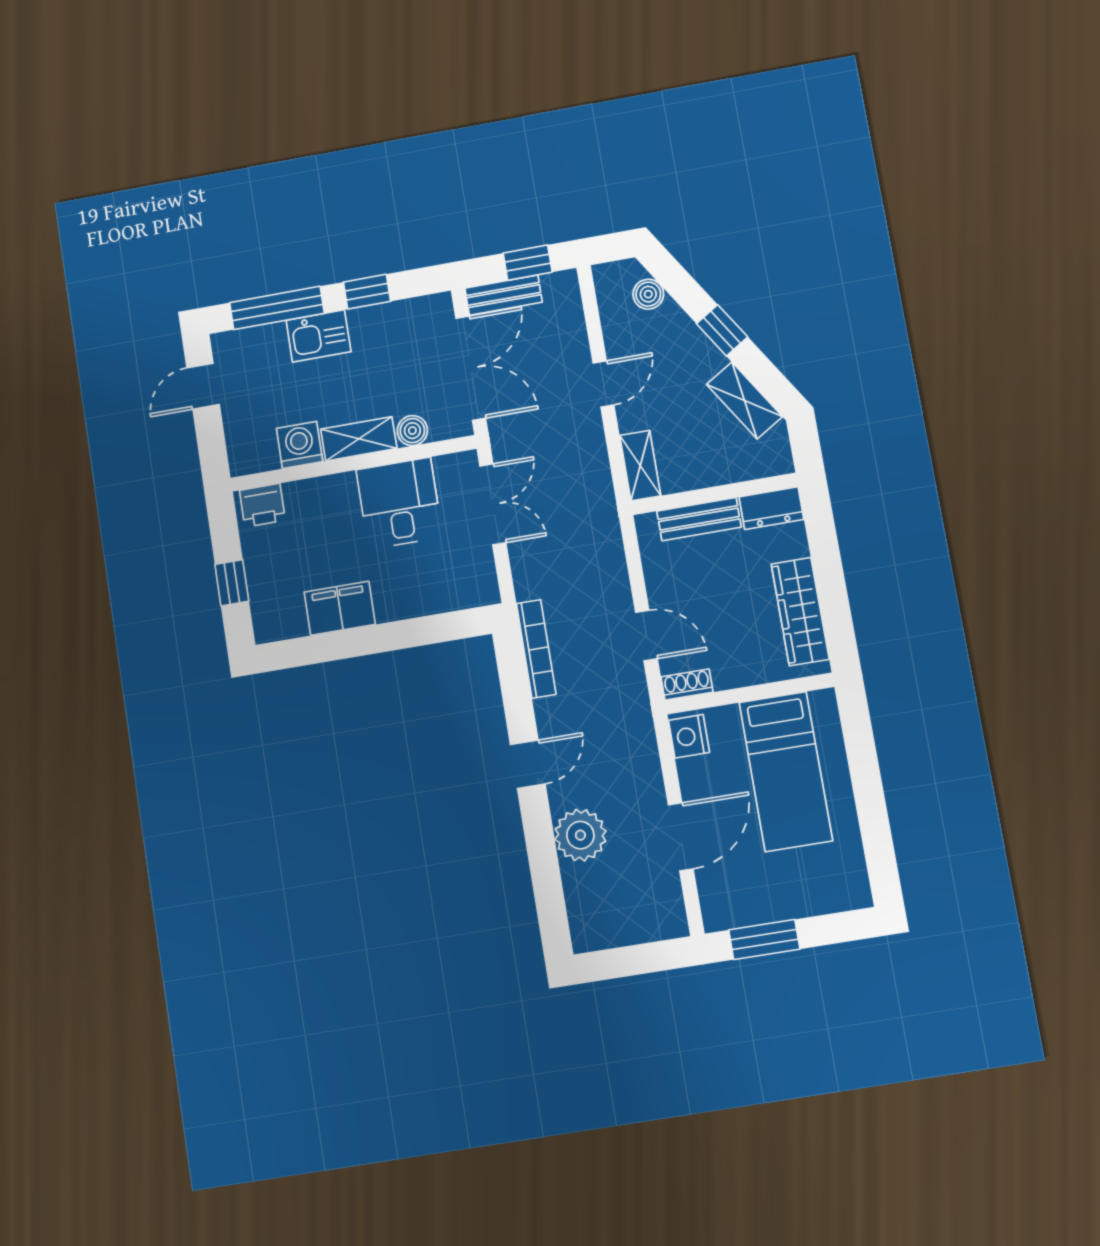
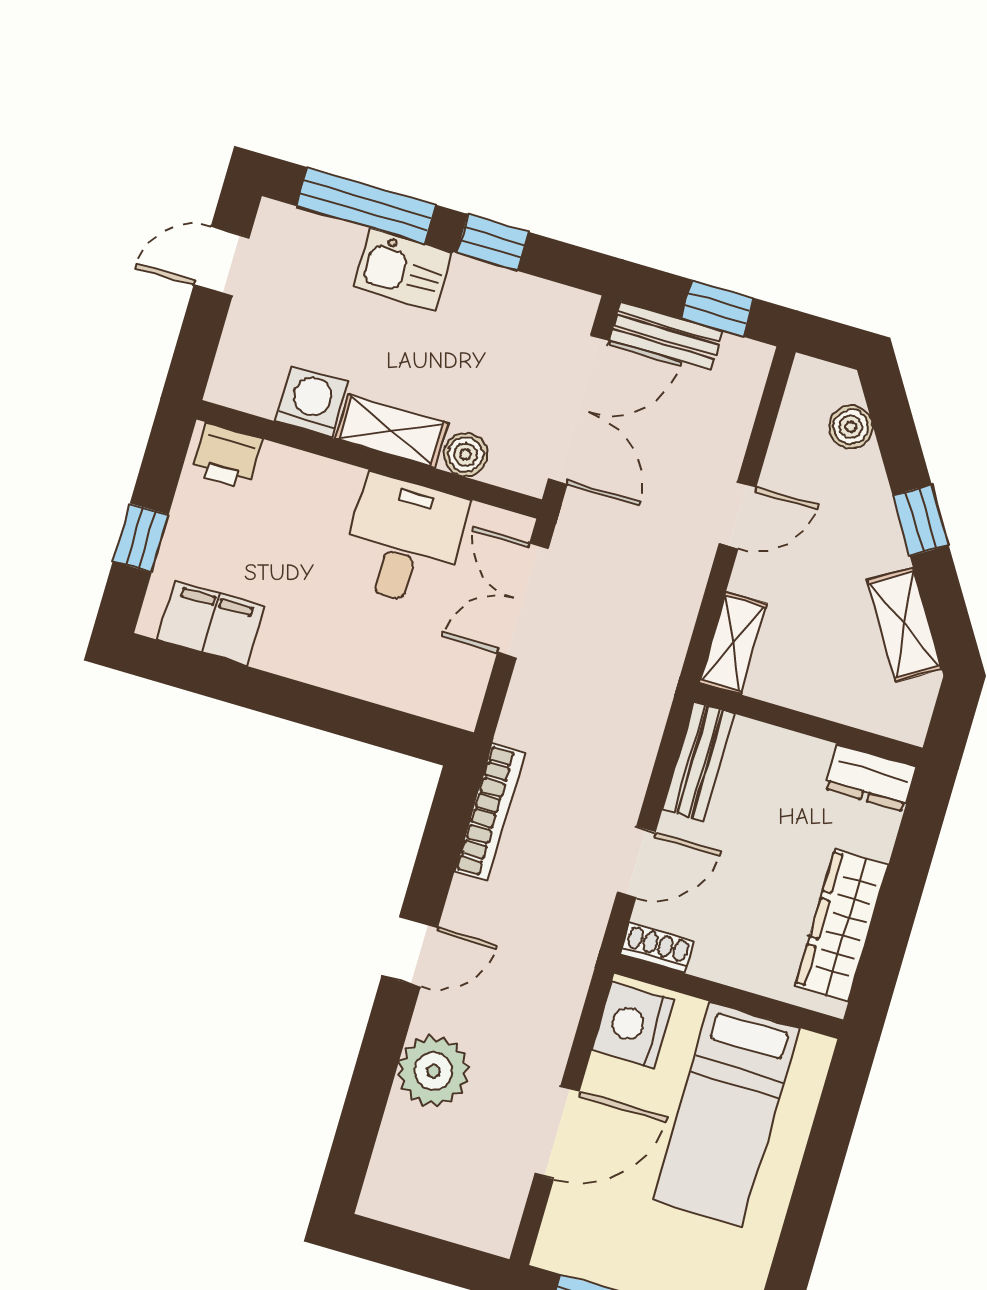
double door: (493, 504) -> (523, 601), swing flipped
bench: (699, 519) -> (698, 762), moved, turned 90
filing cabinet: (340, 608) -> (211, 623), moved
door: (646, 636) -> (636, 862), hinge flipped
nightstand: (689, 736) -> (633, 1025), width x1.36, depth x1.33

